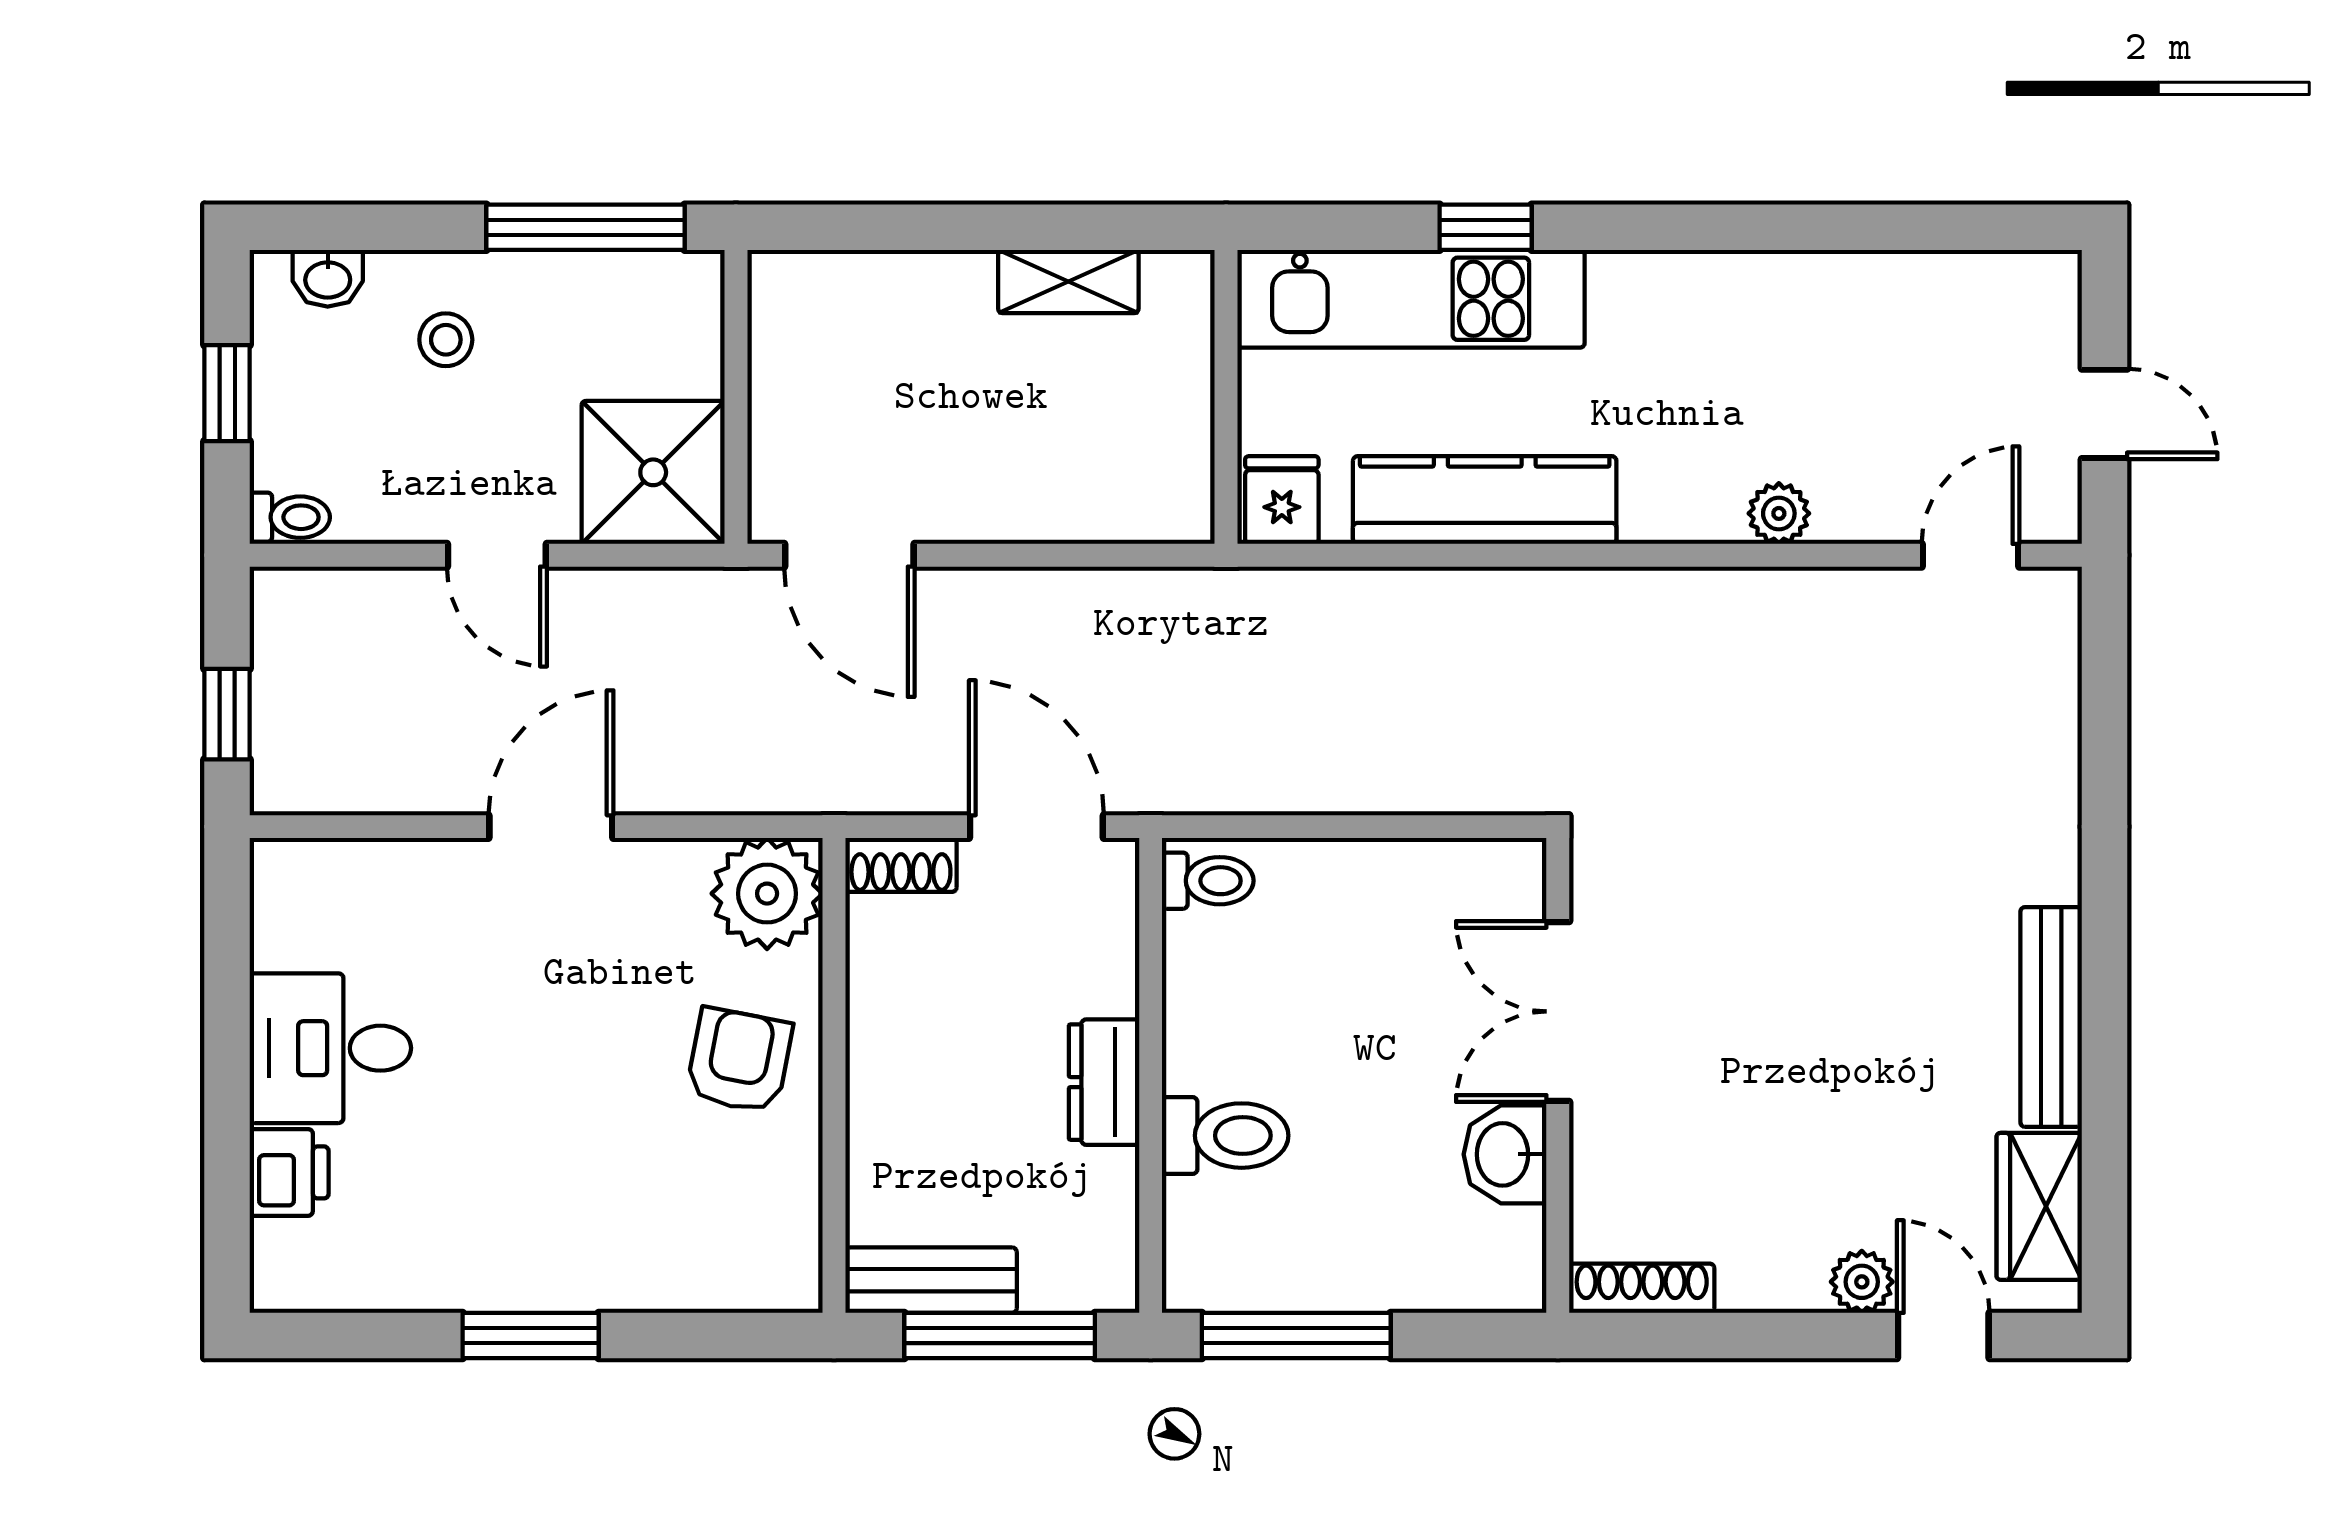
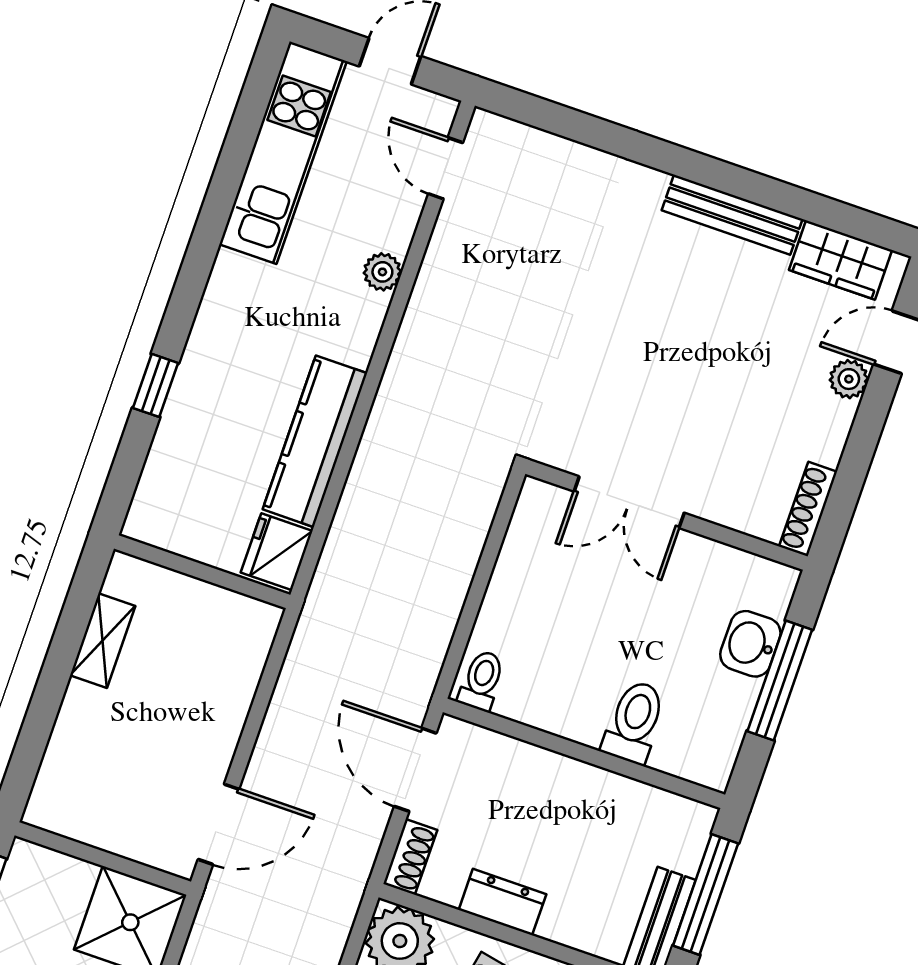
kitchen unit: (1411, 299) -> (283, 153), moved
fridge: (1282, 500) -> (277, 552), width x1.38
door: (1036, 827) -> (415, 770), hinge flipped
dresser: (1104, 1082) -> (502, 902), moved, turned 180
washbasin: (1505, 1154) -> (750, 644), moved, turned 90
window: (1296, 1336) -> (780, 680), moved

